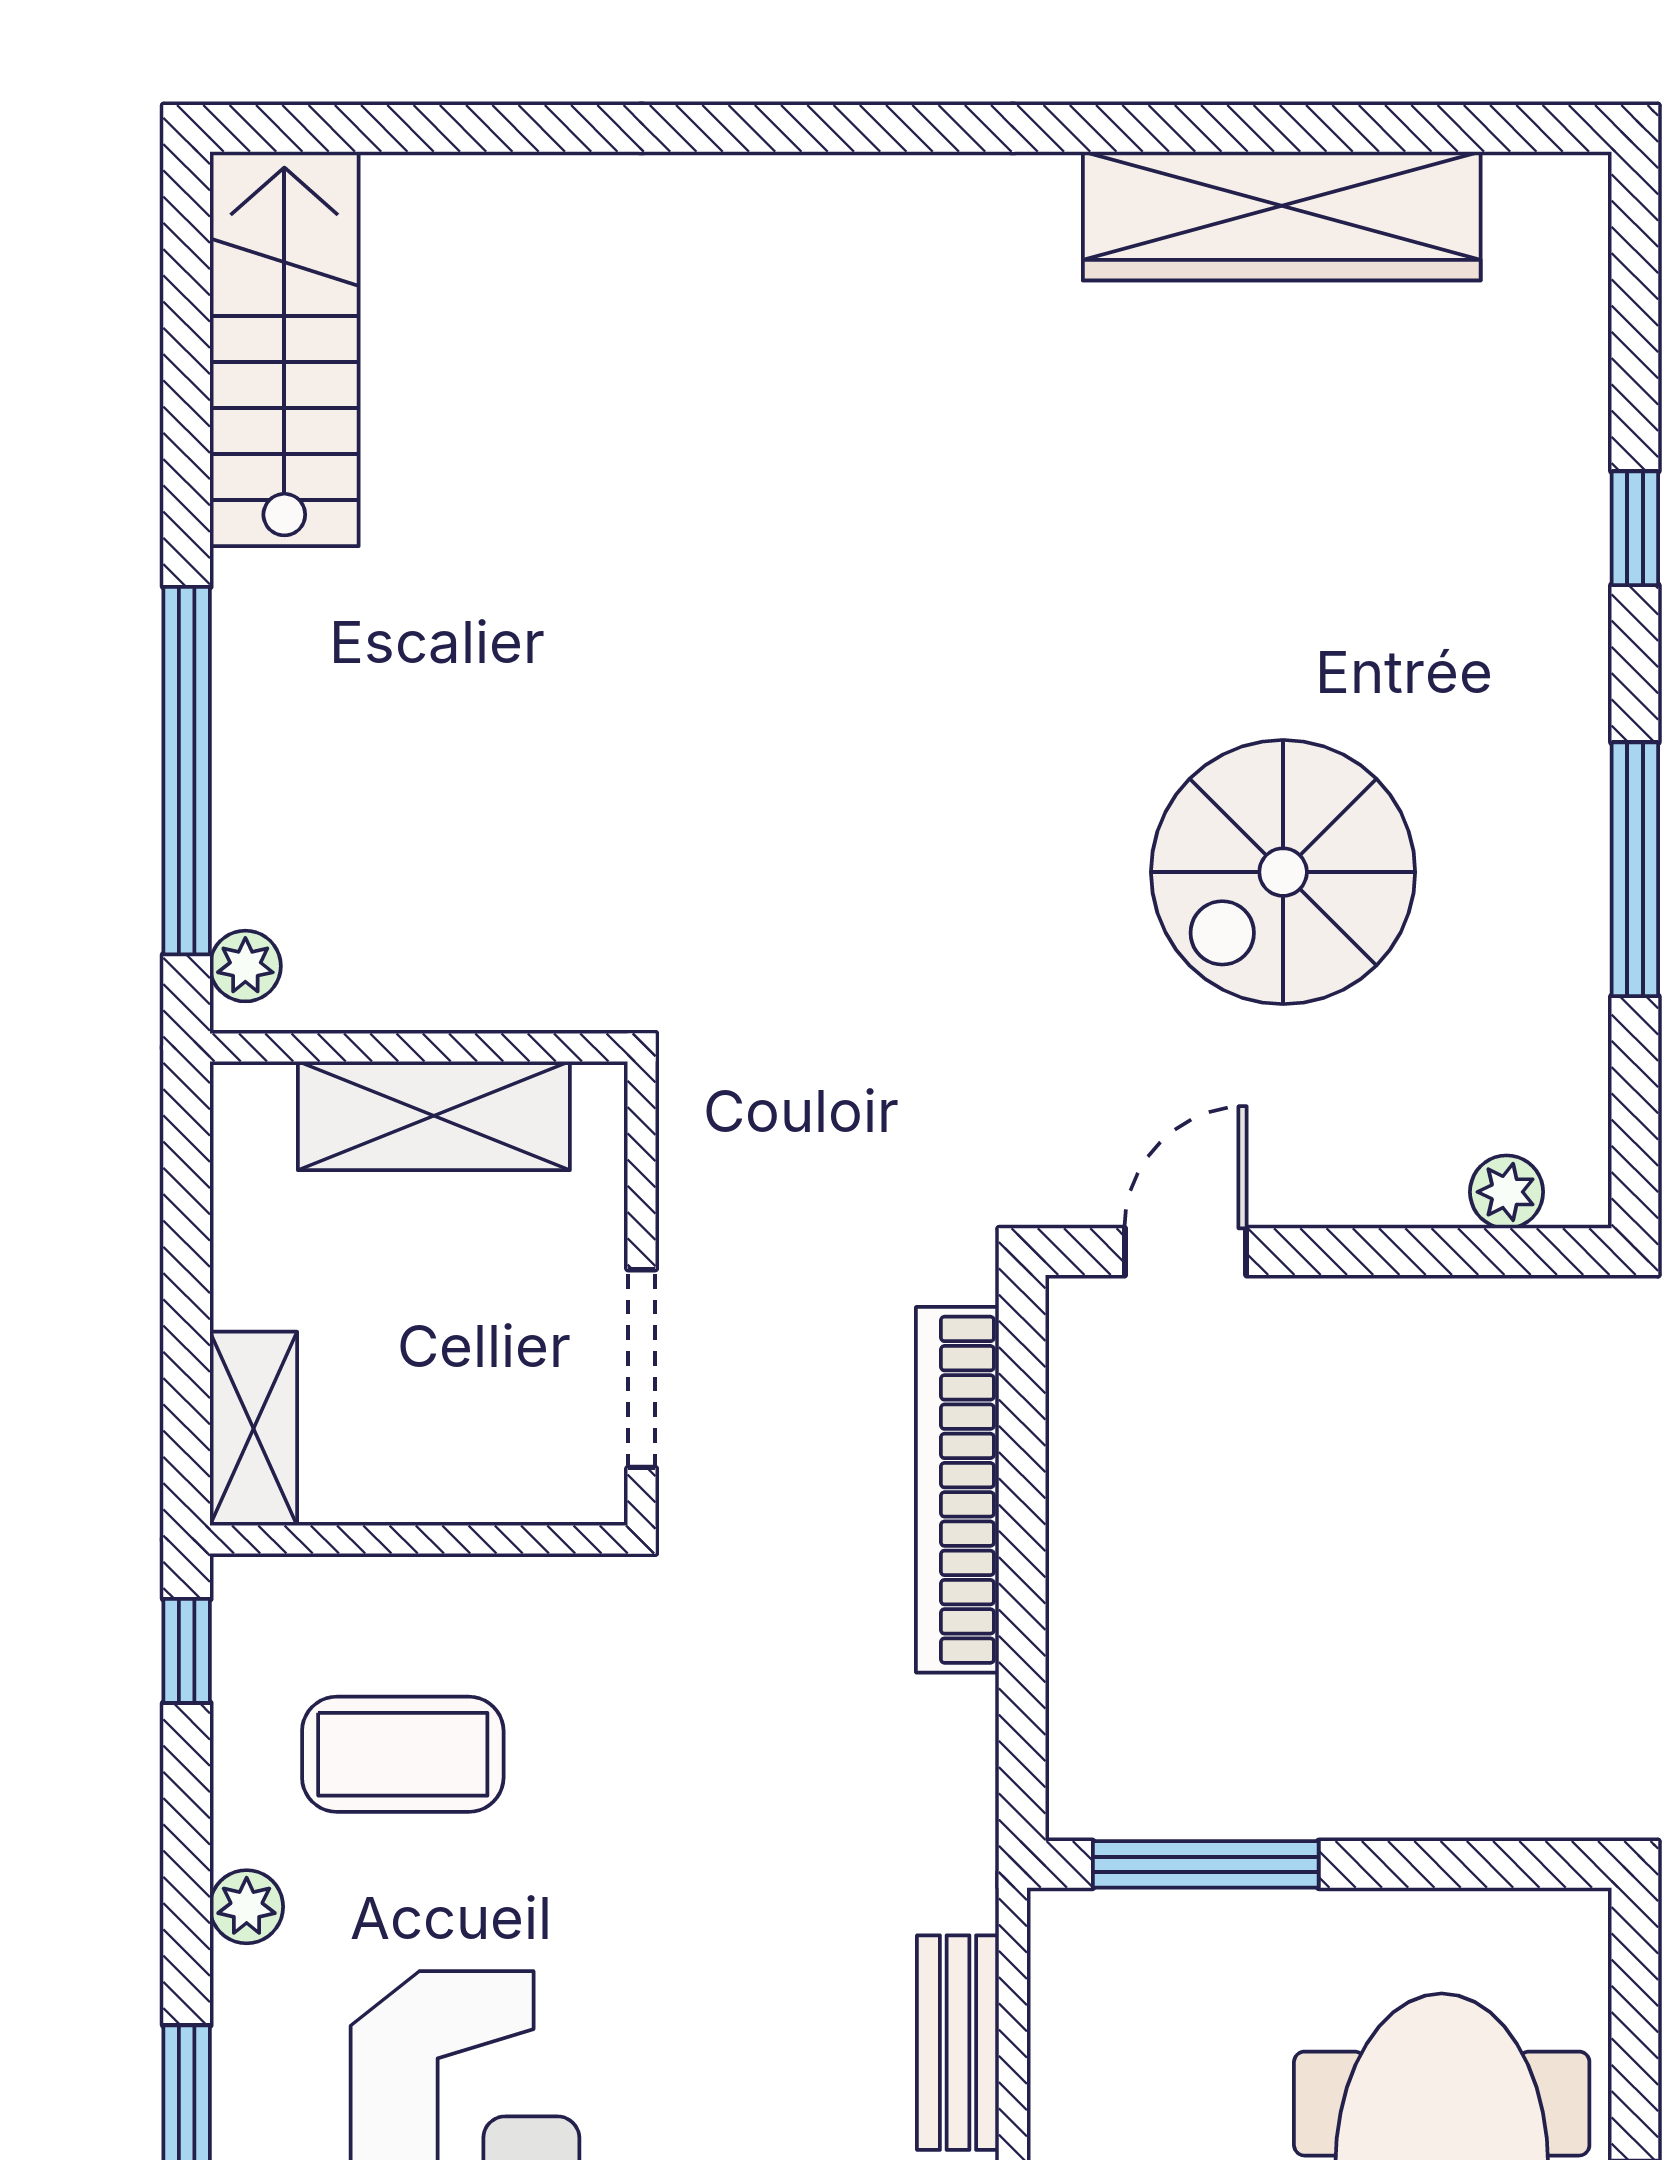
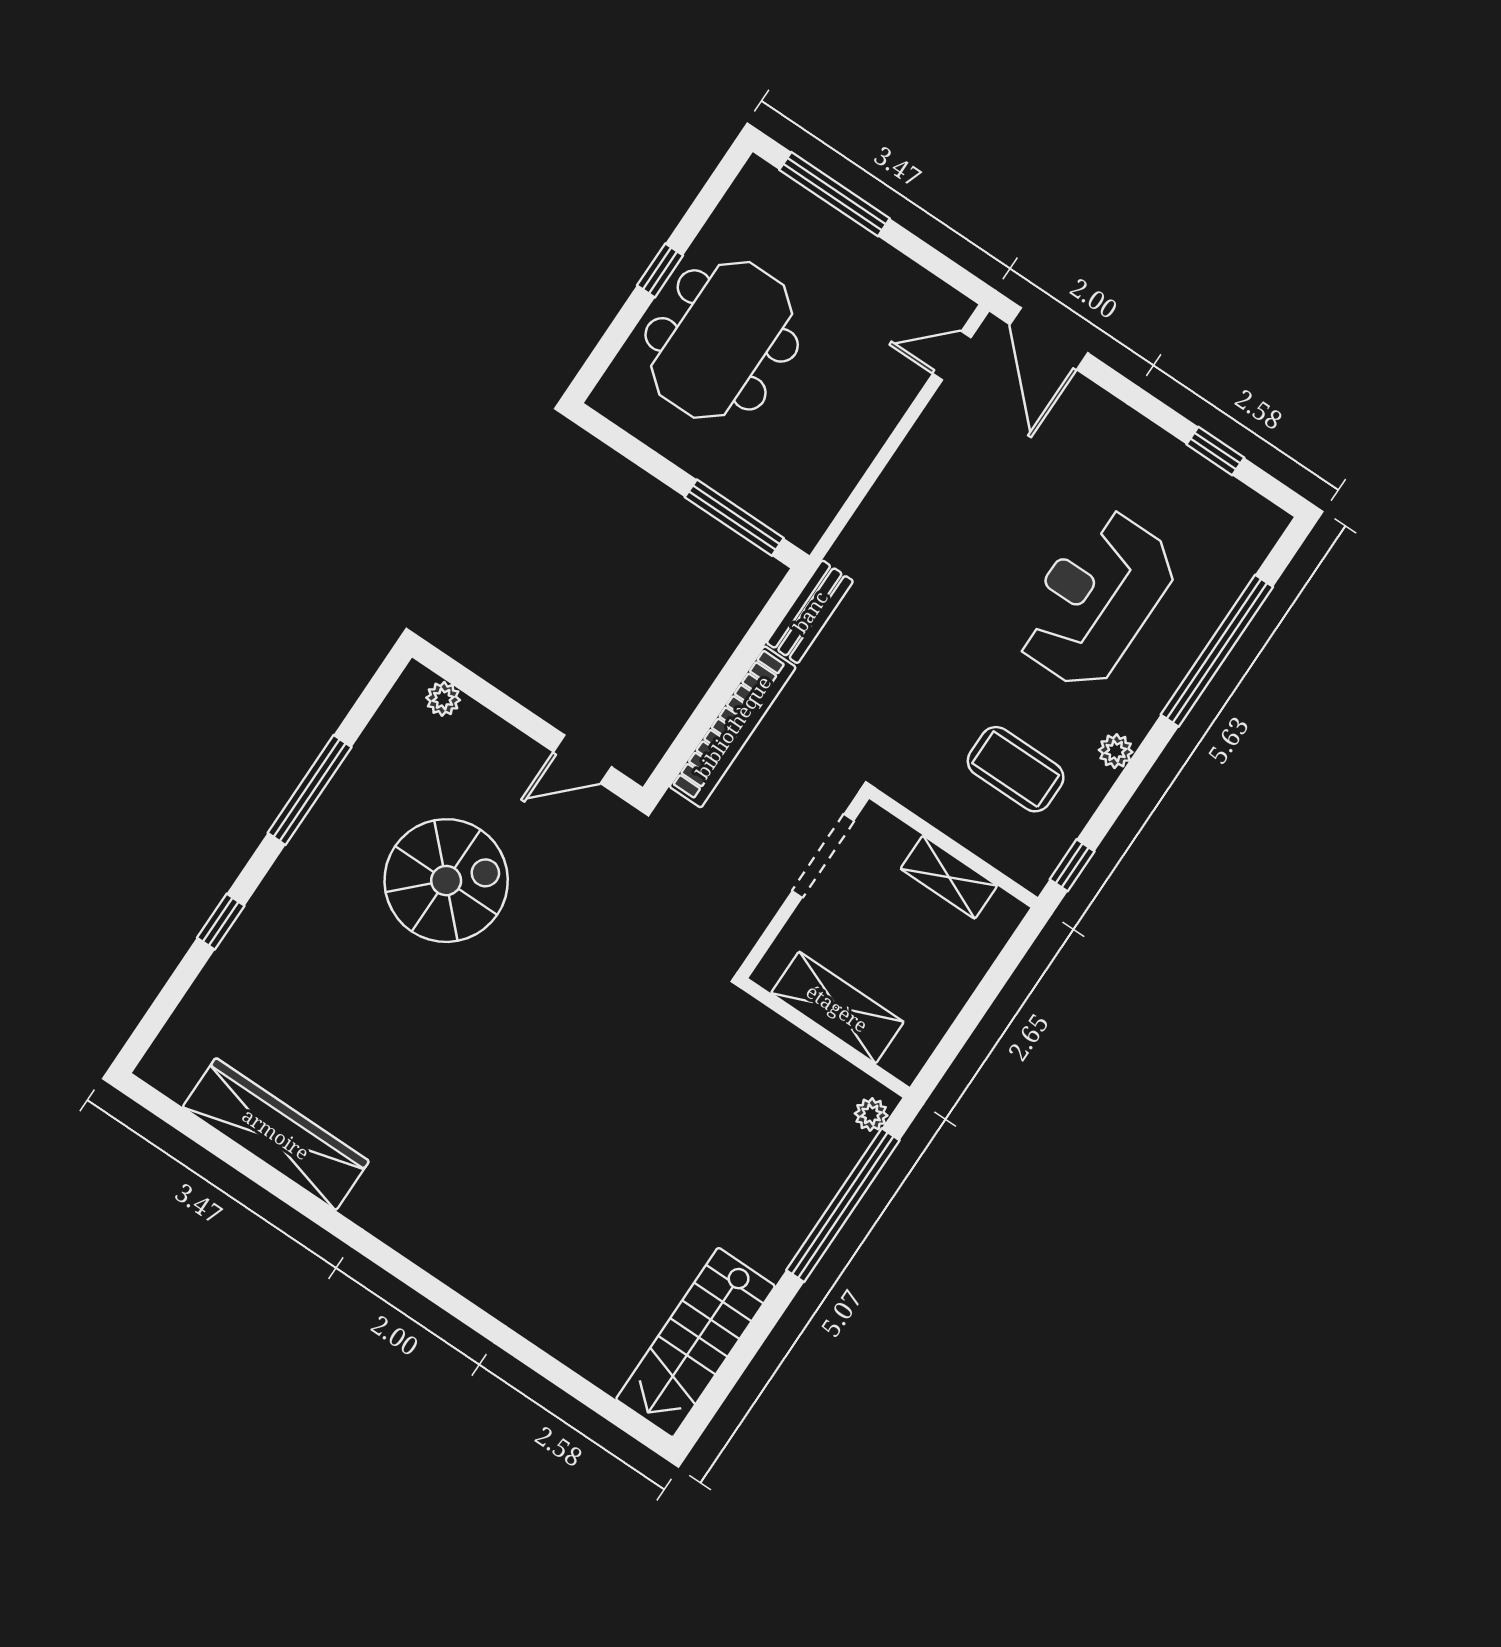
shelving: (254, 1429) -> (949, 877), moved, turned 90
bench: (958, 2043) -> (810, 612), moved

